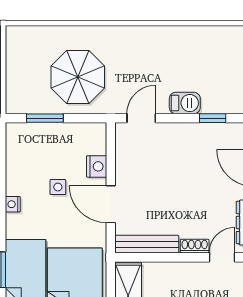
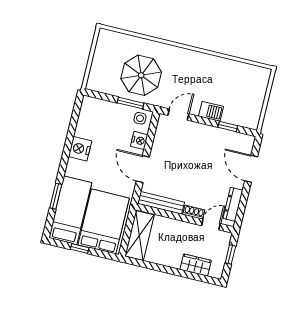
window: (45, 118) -> (131, 103), moved
side table: (58, 187) -> (140, 118), moved
nightstand: (13, 204) -> (80, 149), width x1.89, depth x1.79

